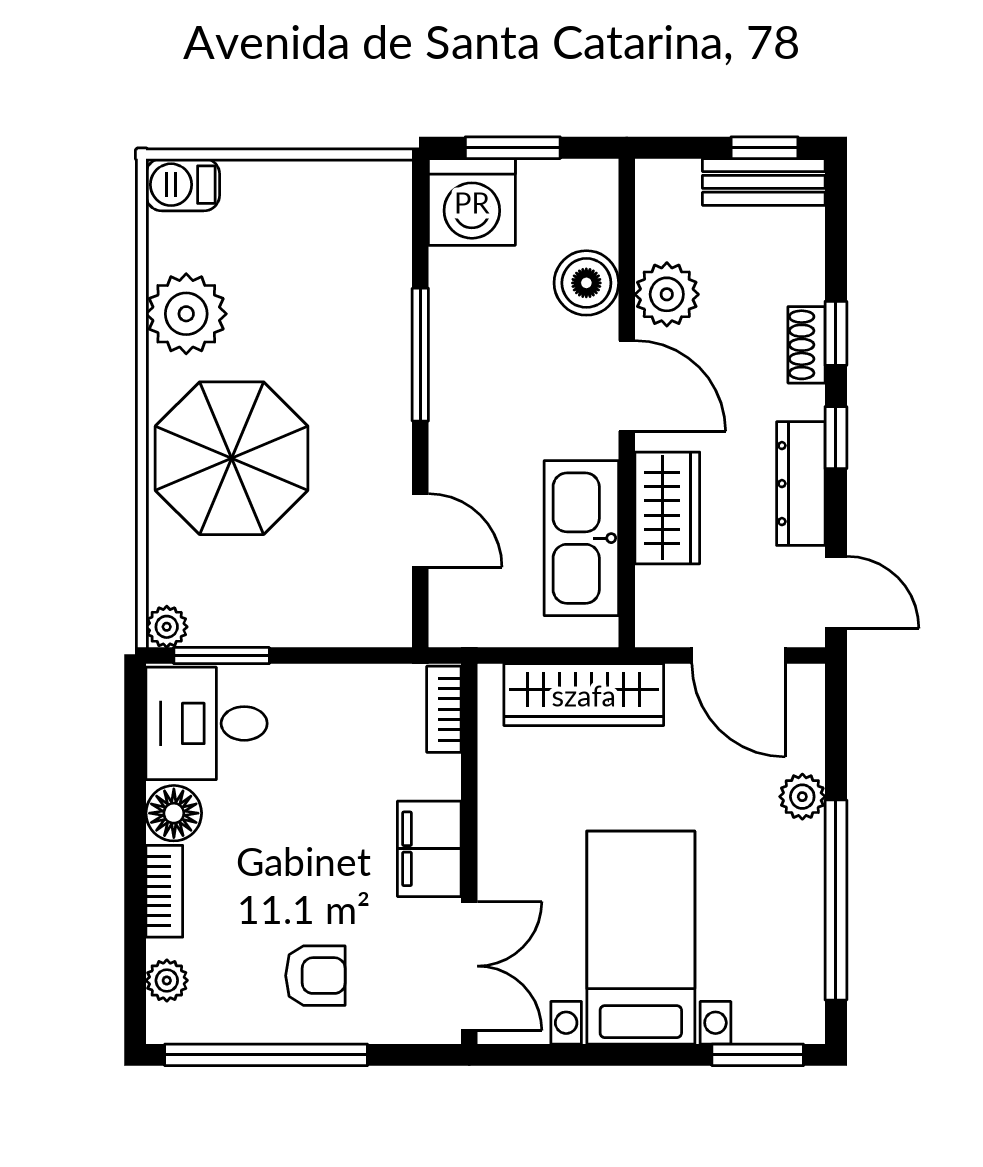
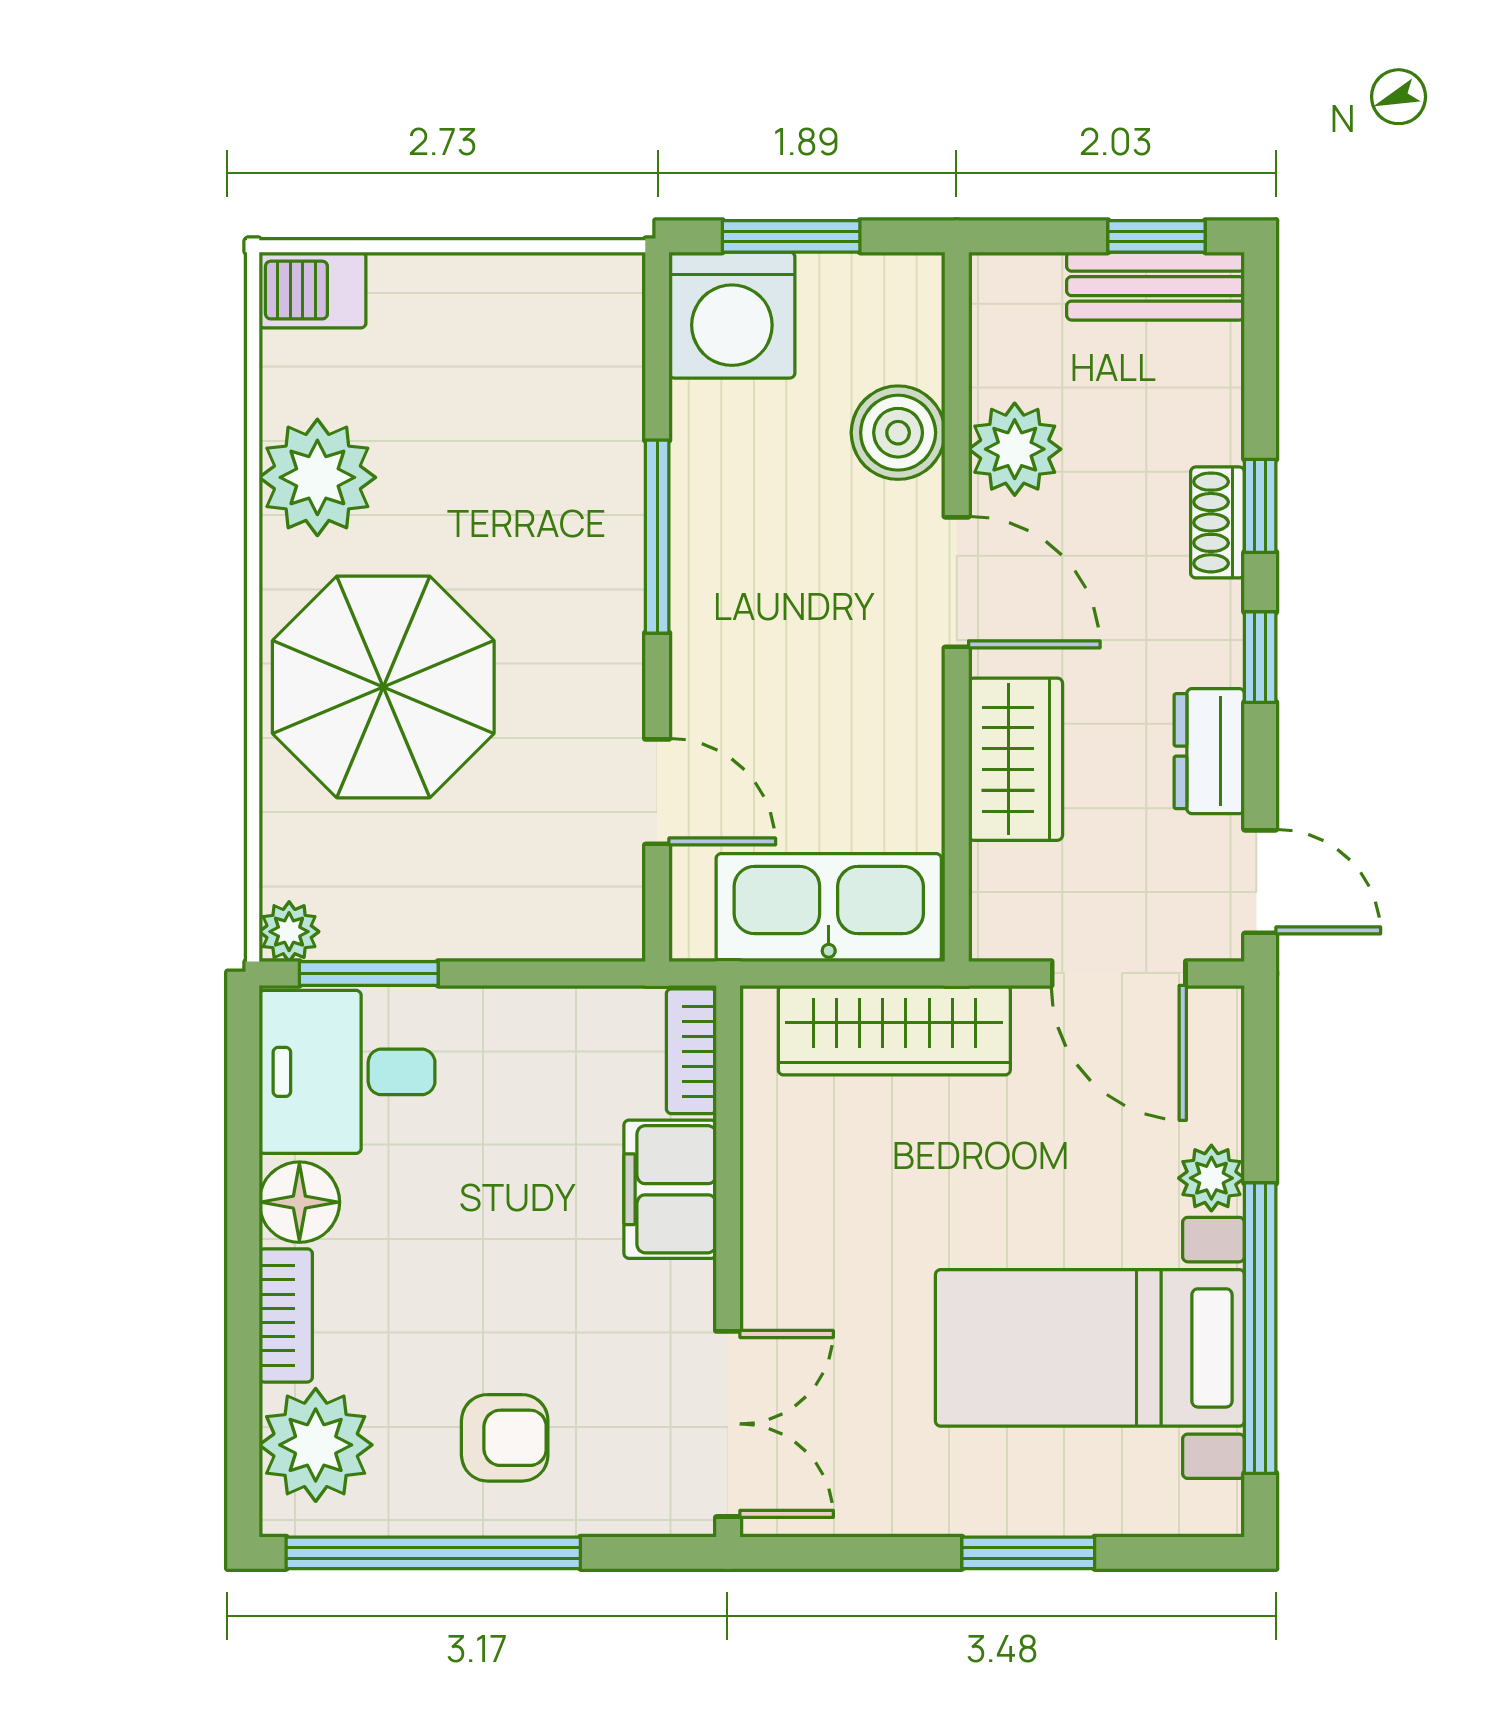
dresser: (801, 484) -> (1209, 751), width x0.70
kitchen sink: (581, 538) -> (829, 908), moved, turned 90
filing cabinet: (429, 849) -> (670, 1189), moved
bed with nightstands: (641, 938) -> (1090, 1348), moved, turned -90
plant: (167, 980) -> (316, 1445), width x1.88, depth x1.88
window: (758, 1055) -> (1028, 1553), moved

